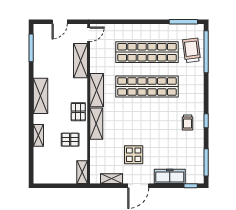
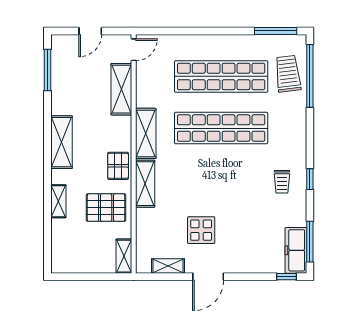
pallet: (70, 140) -> (106, 208), width x1.50, depth x1.42
freezer: (170, 176) -> (296, 250), moved, turned -90

